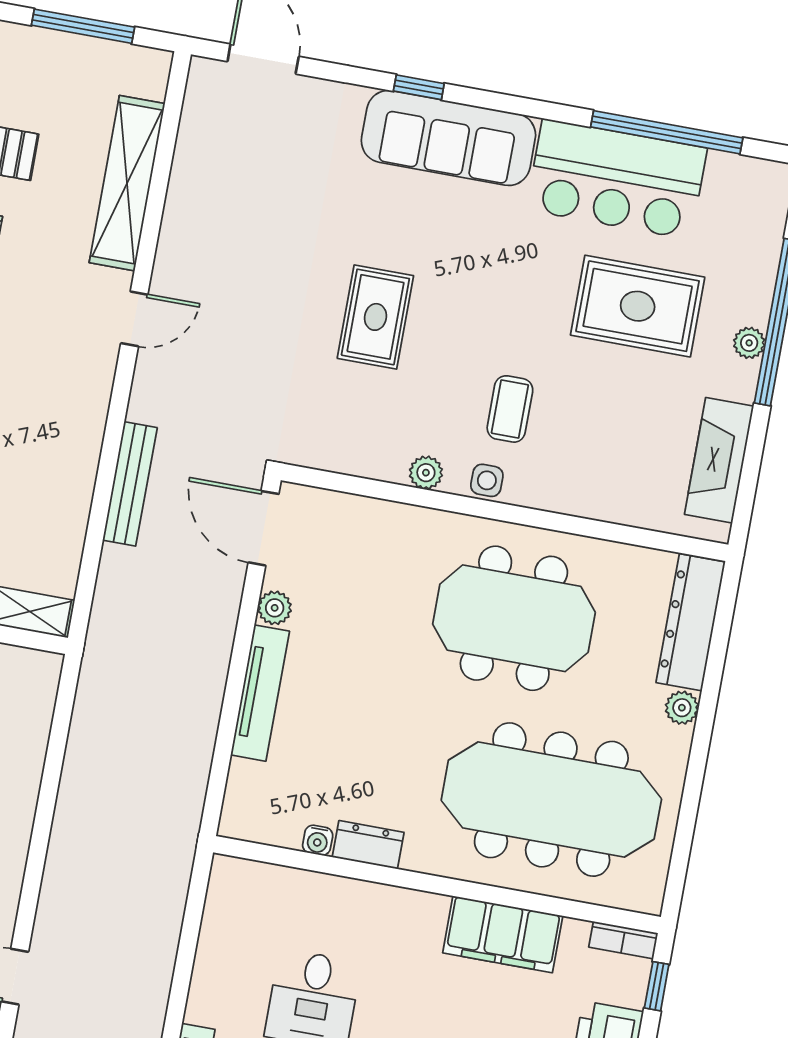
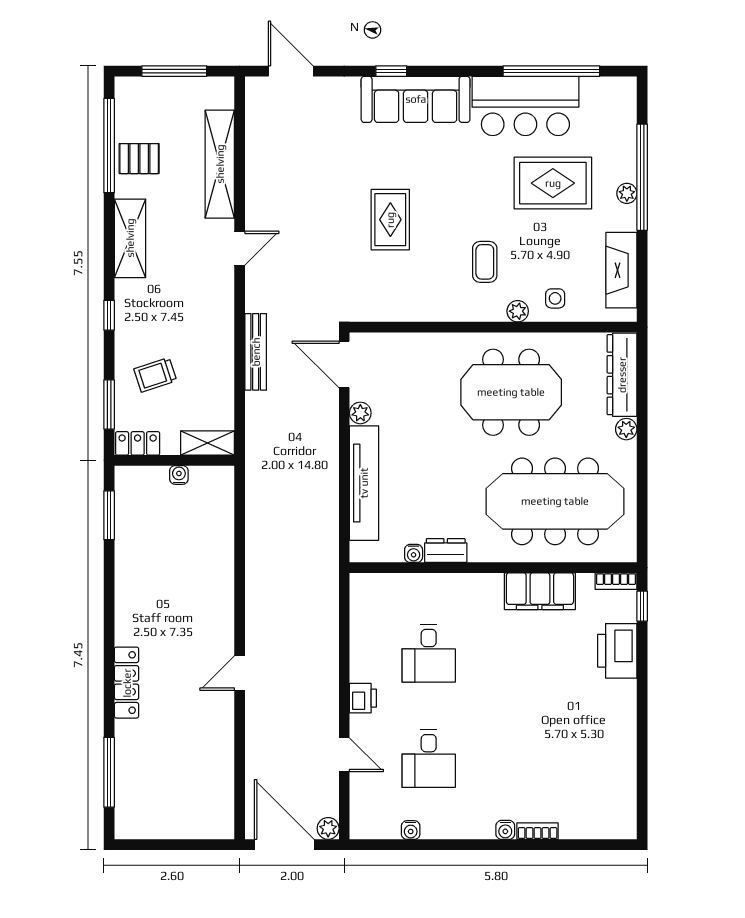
plant: (426, 473) -> (518, 311), moved
side table: (487, 480) -> (555, 298), moved
tv unit: (260, 693) -> (364, 483), width x1.36, depth x1.29

